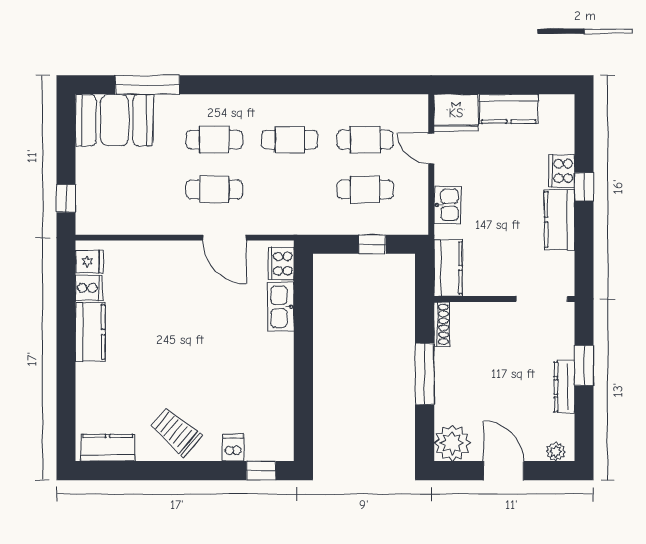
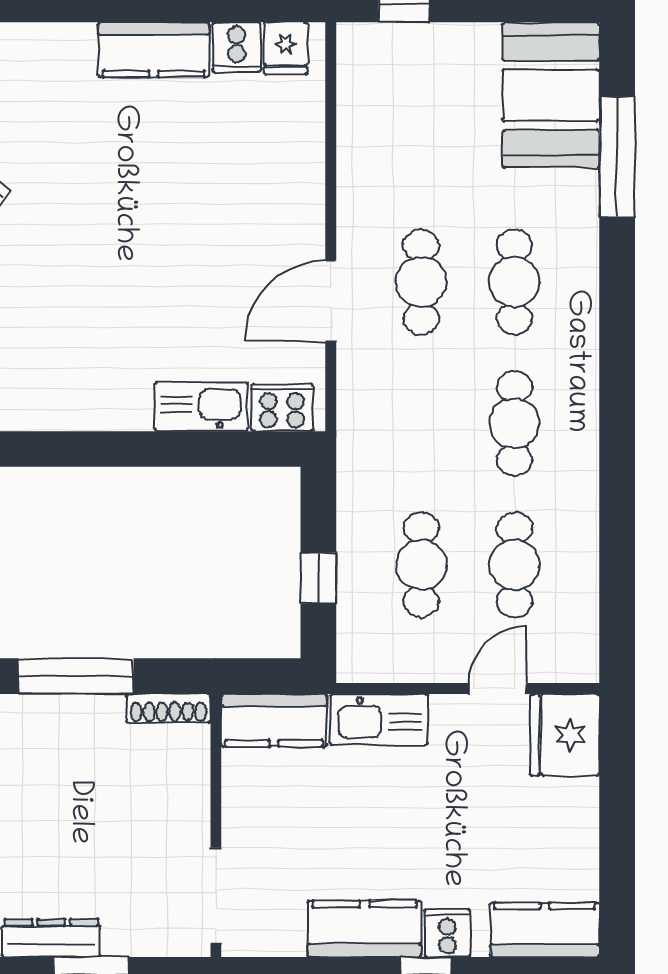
kitchen counter: (509, 109) -> (545, 930), moved, turned 90
cooker: (562, 171) -> (447, 933), width x0.73
kitchen sink: (448, 205) -> (379, 719), width x1.38

